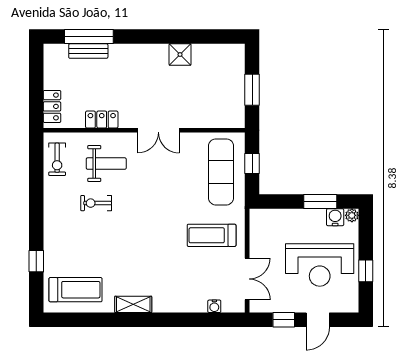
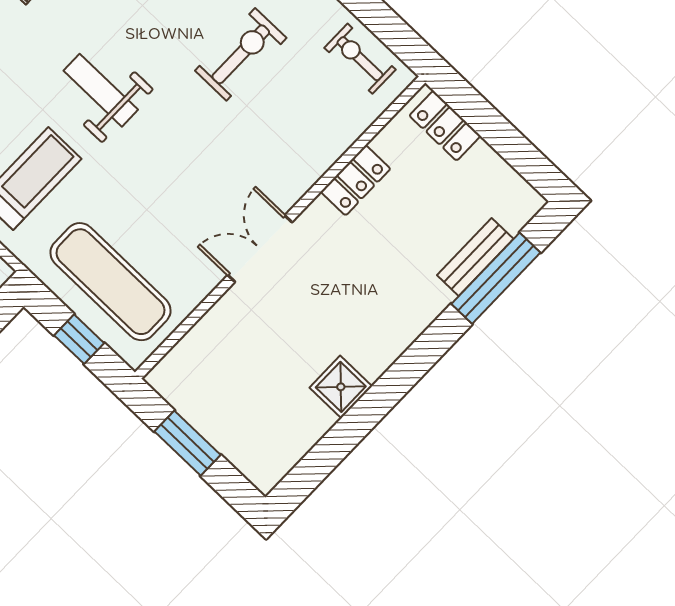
weight bench: (106, 164) -> (101, 90), moved, turned 90
exercise bike: (96, 203) -> (241, 54), width x1.38, depth x1.39

